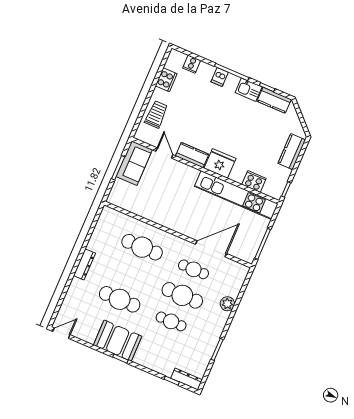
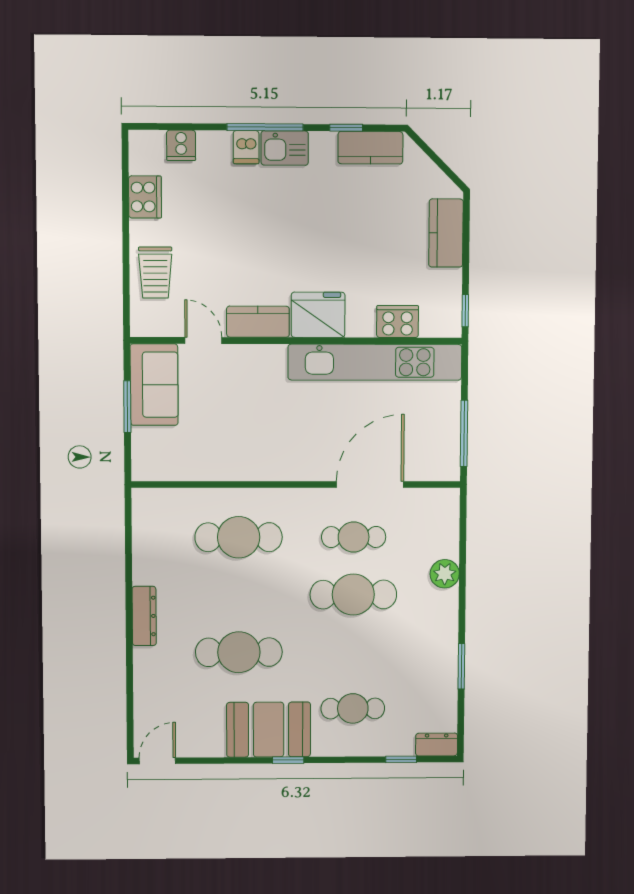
kitchen sink: (249, 90) -> (285, 148), moved
trolley: (156, 114) -> (155, 273), turned 180
cafe table: (171, 321) -> (353, 708), moved
dresser: (187, 379) -> (437, 744), width x0.70

